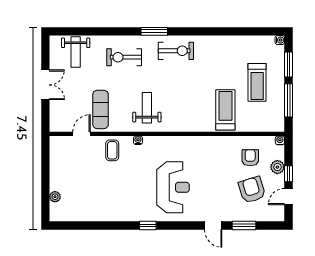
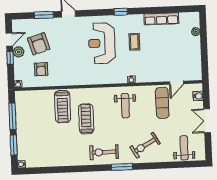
exercise bike: (124, 57) -> (145, 145), turned 150
treadmill: (257, 82) -> (86, 119), moved
water cooler: (55, 116) -> (198, 96), added
coffee table: (112, 150) -> (134, 42), moved
plant: (277, 167) -> (19, 52), moved
row of seats: (97, 214) -> (161, 19), added

